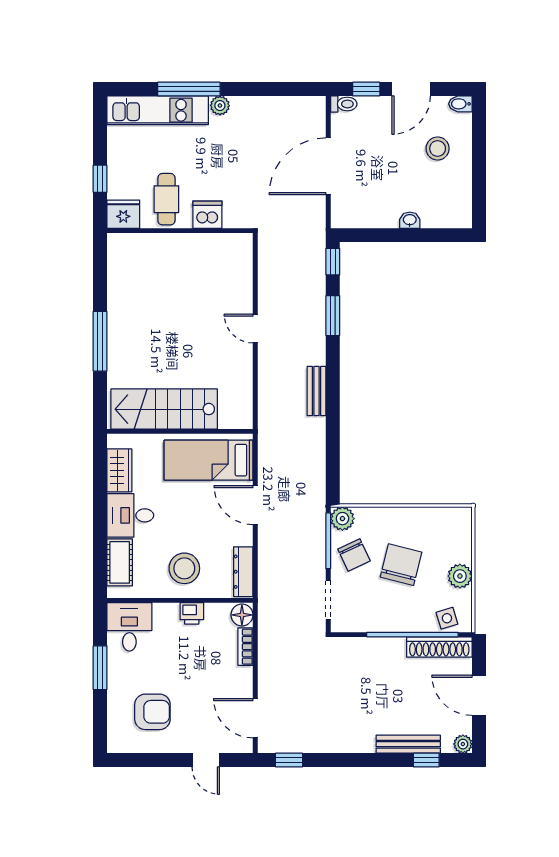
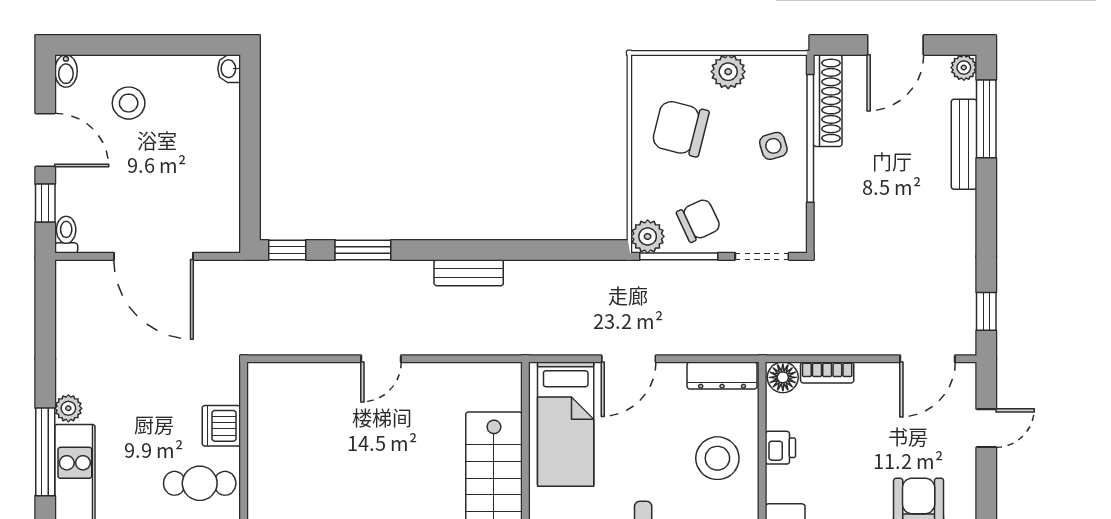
washbasin: (410, 220) -> (229, 69), moved
chair: (401, 565) -> (680, 128), moved
side table: (447, 618) -> (773, 146), moved
window: (426, 760) -> (986, 119), width x2.17

